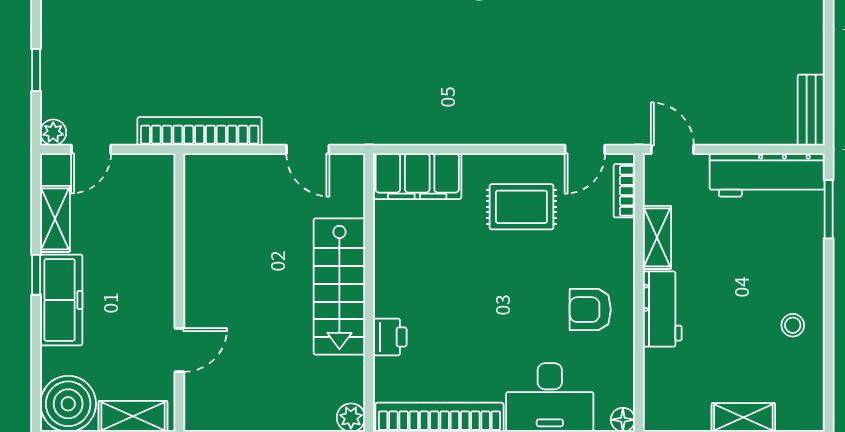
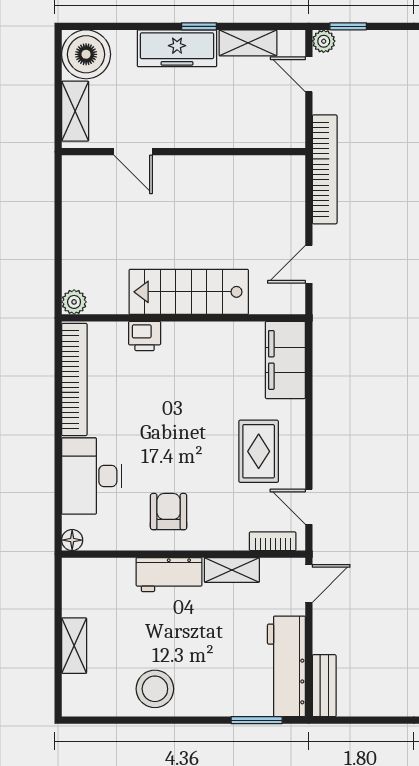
window: (36, 70) -> (348, 26), moved
bench: (811, 110) -> (324, 686), moved, turned 90
stool: (793, 325) -> (155, 689), width x1.89, depth x1.89

